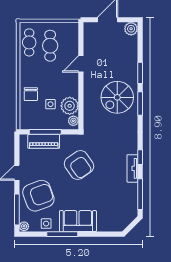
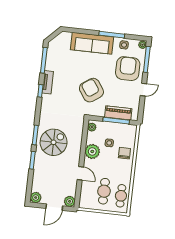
plant: (90, 29) -> (70, 201), added
door: (81, 64) -> (80, 173), hinge flipped
plant: (70, 106) -> (92, 151), moved
armchair: (38, 196) -> (128, 69), turned 110
sofa: (78, 221) -> (92, 43), width x1.36

